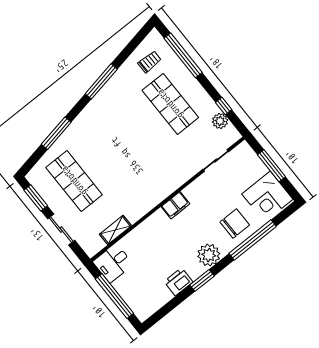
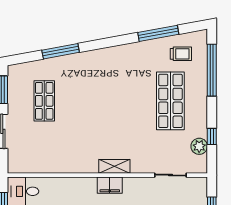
window: (101, 81) -> (158, 33), moved
shop shelf: (74, 181) -> (44, 101), width x0.70, depth x0.74
shelving: (115, 230) -> (114, 166), moved

